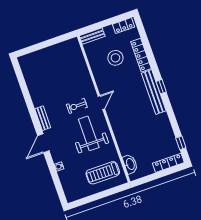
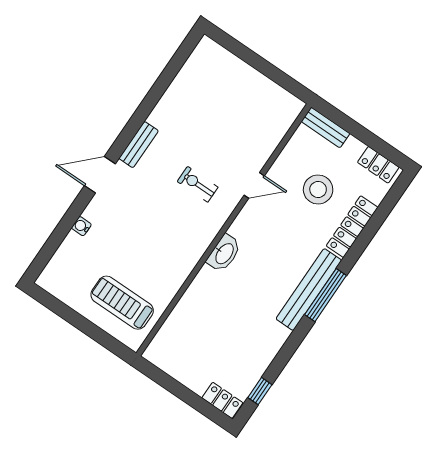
window: (161, 87) -> (326, 295), width x2.17
door: (101, 103) -> (254, 185), moved
weight bench: (89, 133) -> (168, 235), removed
locker: (168, 163) -> (222, 400), width x0.66
washbasin: (130, 164) -> (224, 253), moved

